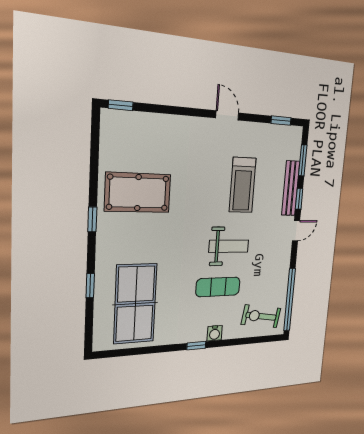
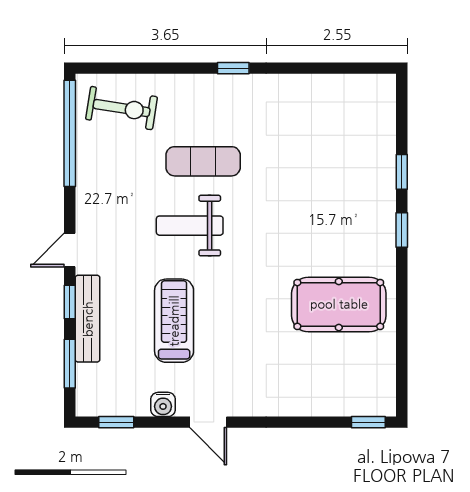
window: (92, 219) -> (402, 230), moved
table tennis table: (135, 304) -> (335, 142), removed
water cooler: (215, 333) -> (163, 404), moved, turned 180

